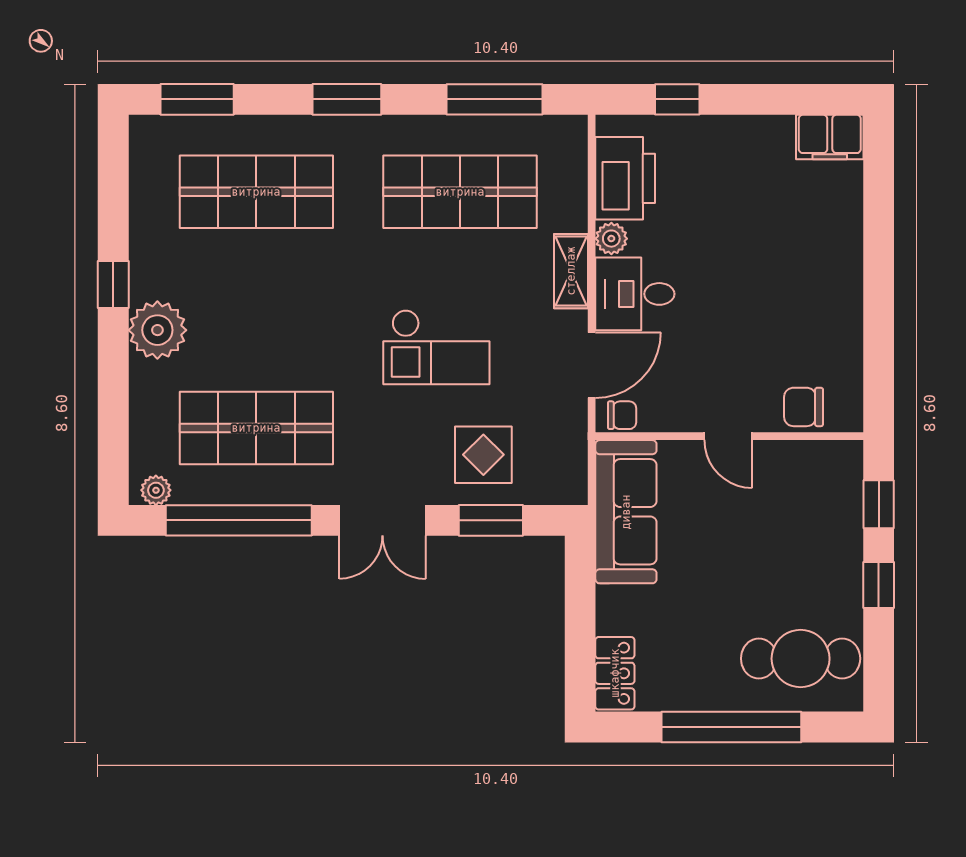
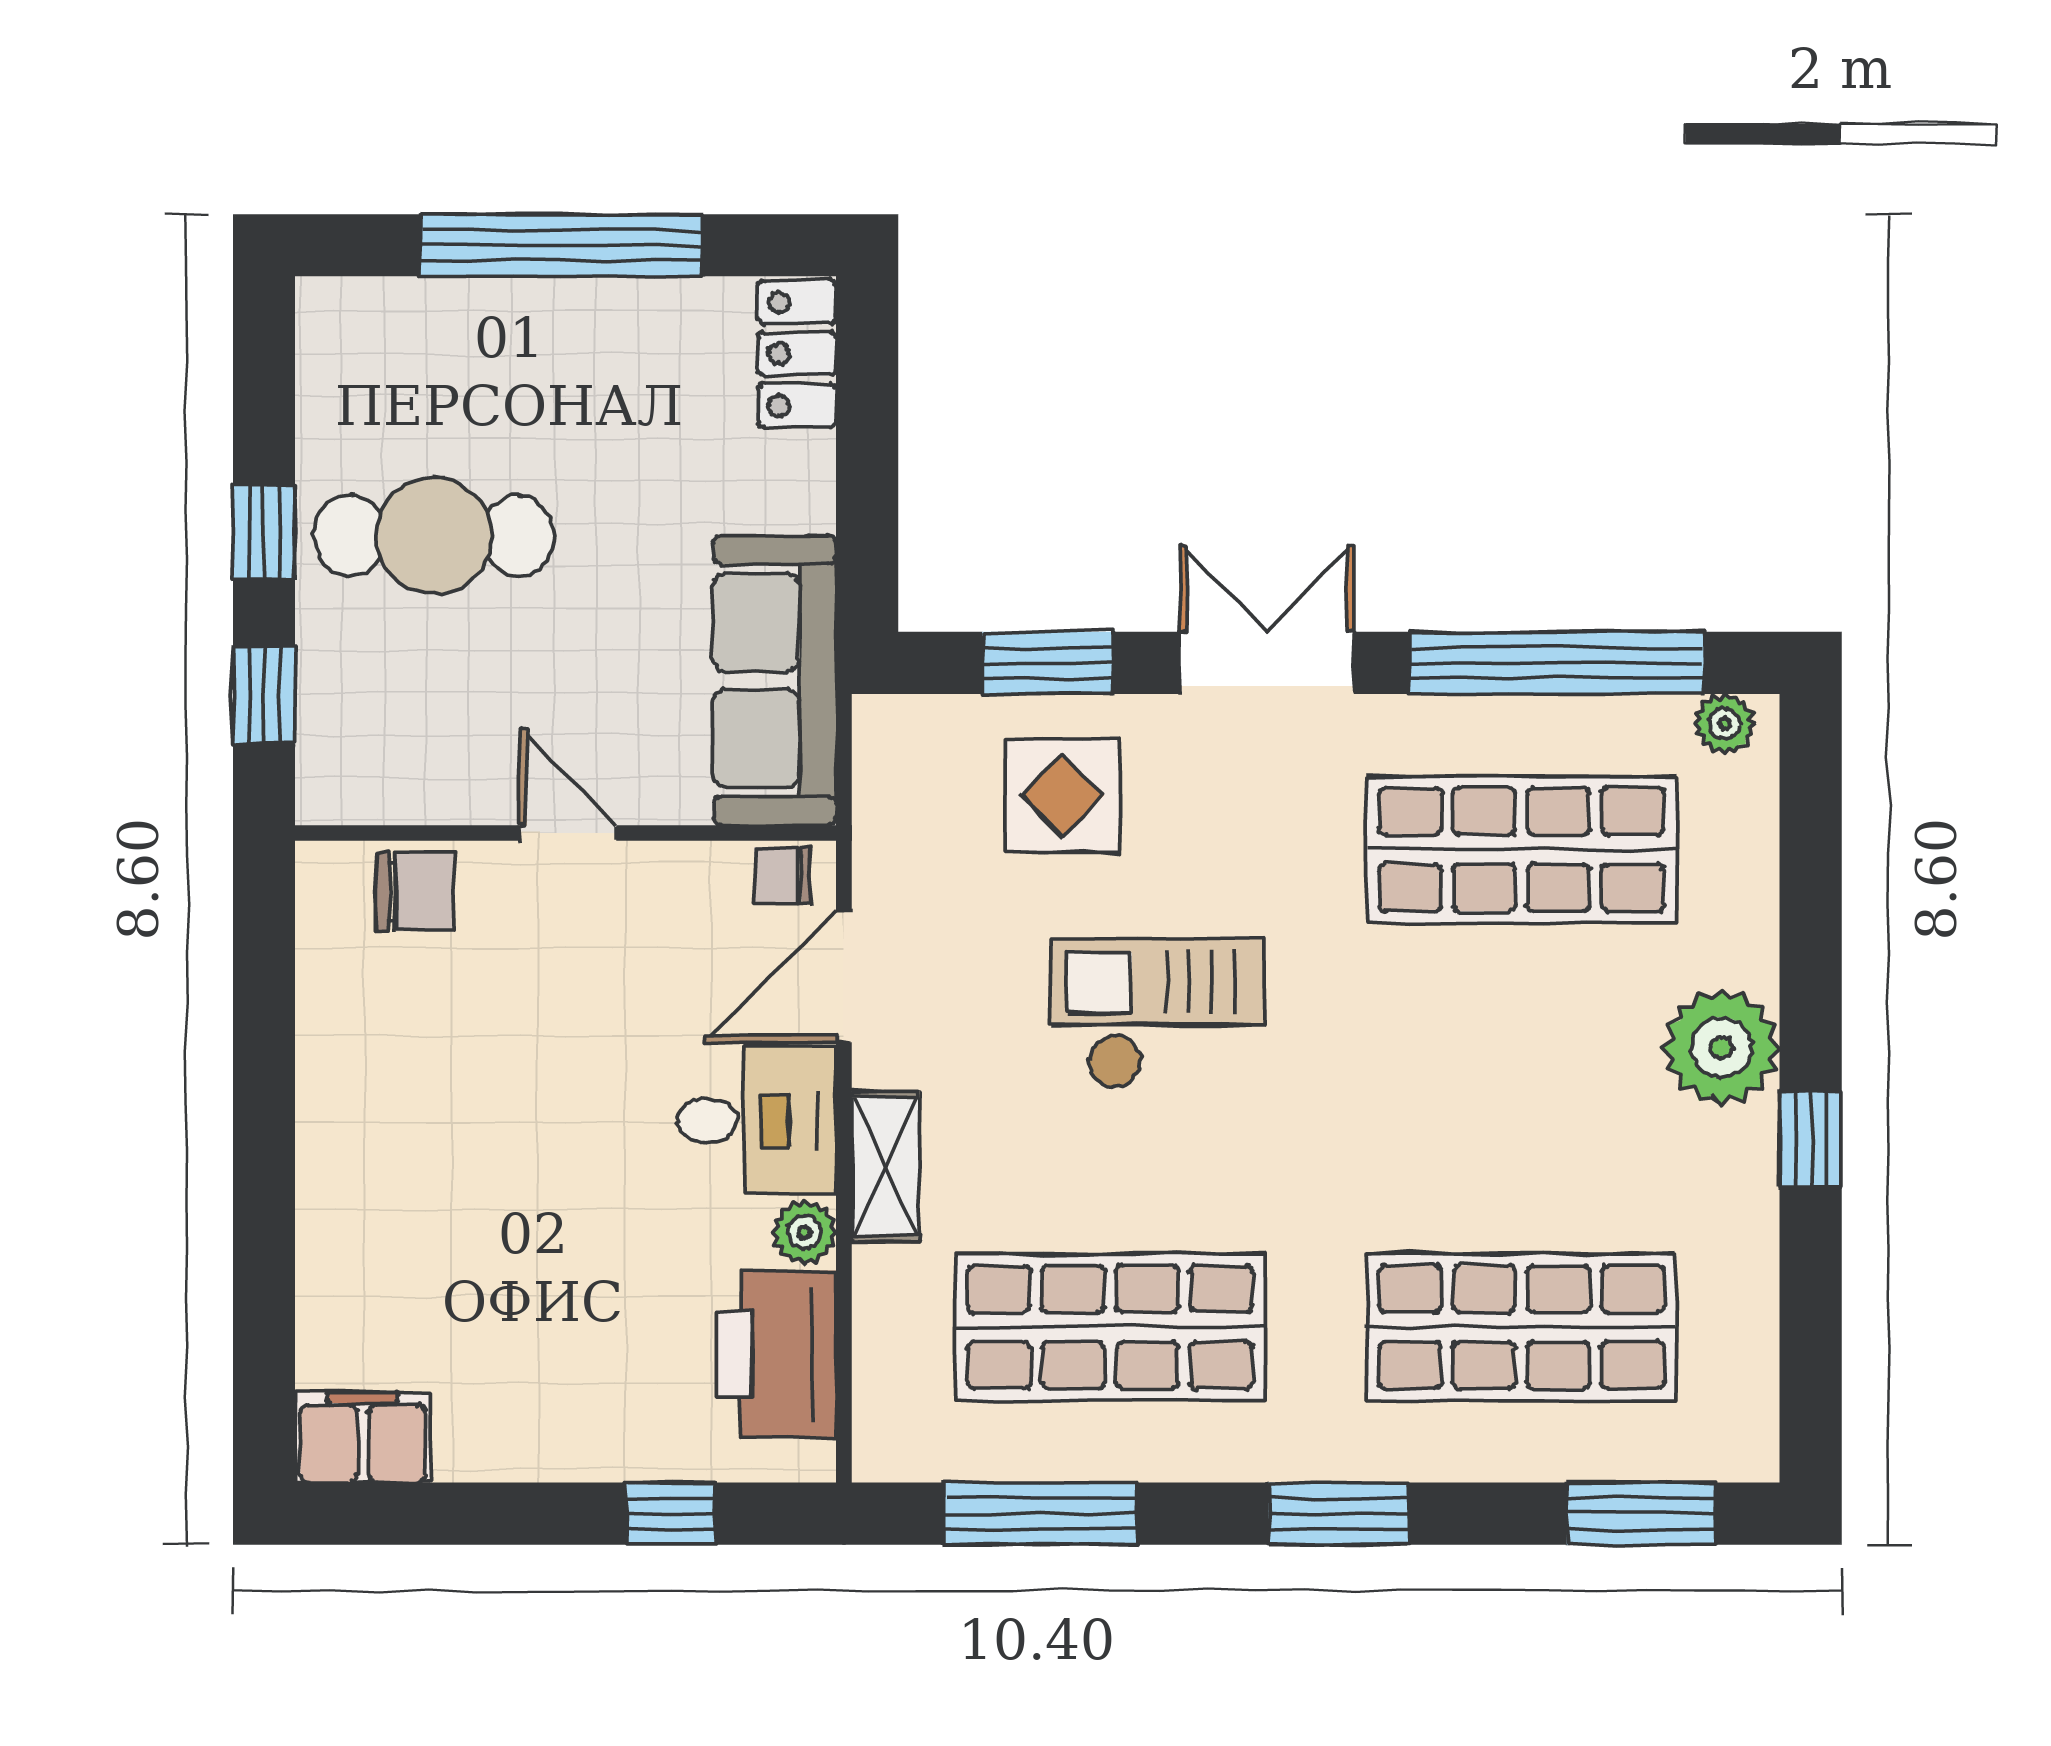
cafe table: (801, 659) -> (434, 536), moved

